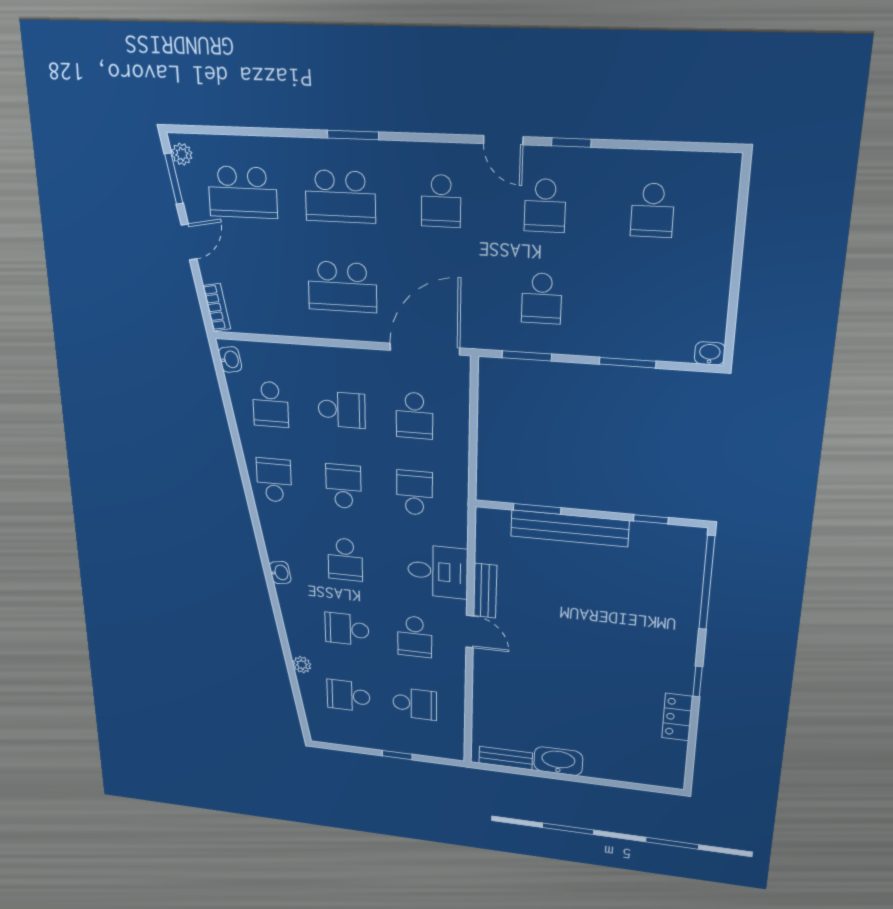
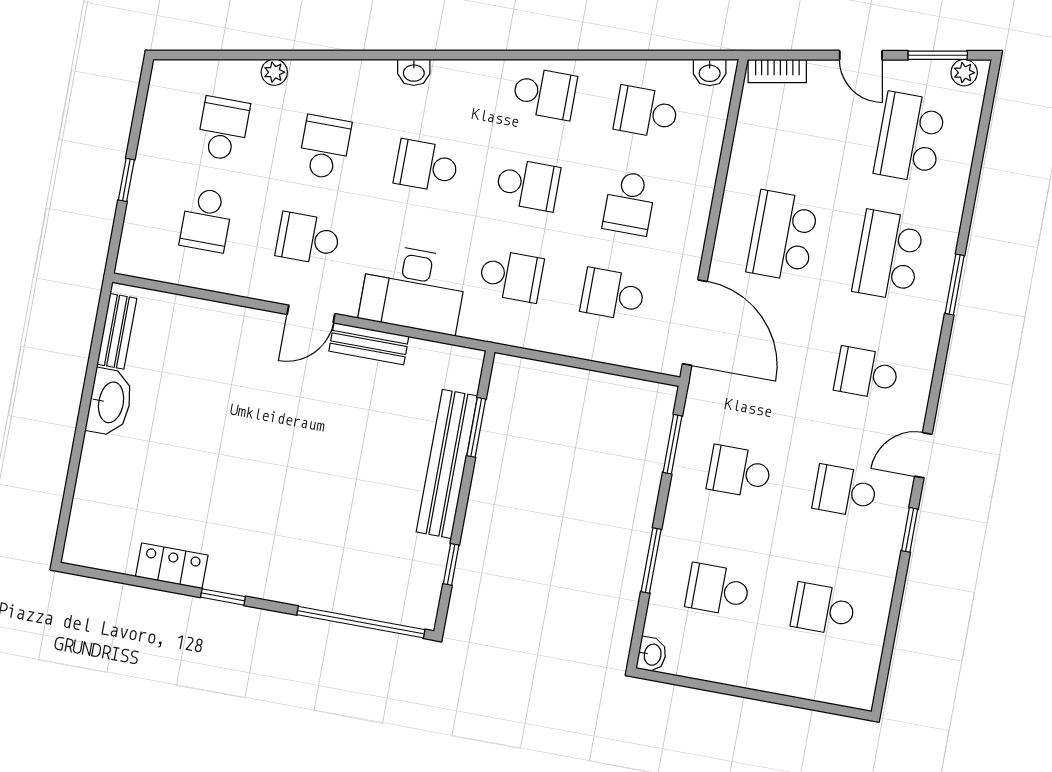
school desk: (646, 304) -> (718, 590), added
desk: (438, 572) -> (413, 289), width x1.37

